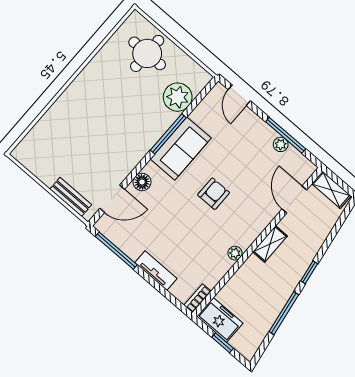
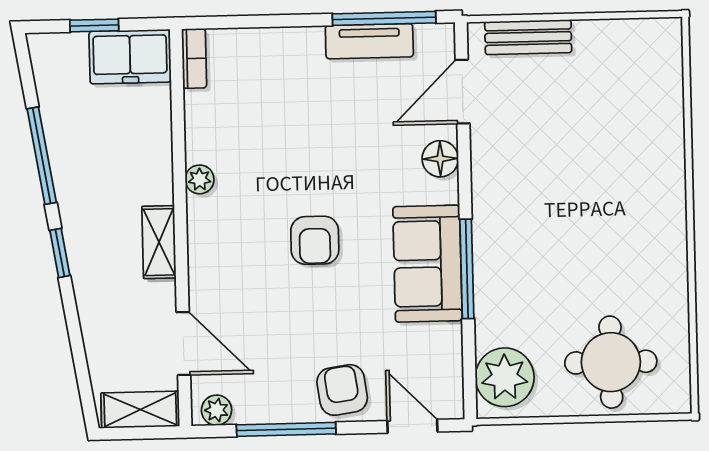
plant: (178, 97) -> (505, 377), moved
armchair: (253, 131) -> (342, 390), added
plant: (281, 144) -> (217, 410), moved
tv unit: (156, 271) -> (369, 41), moved

